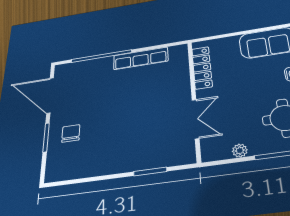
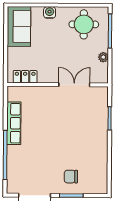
locker: (202, 68) -> (25, 77), width x0.66

